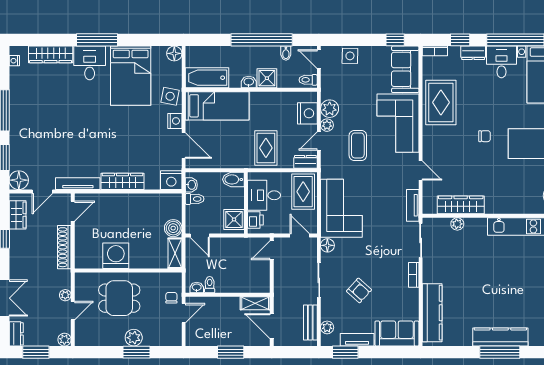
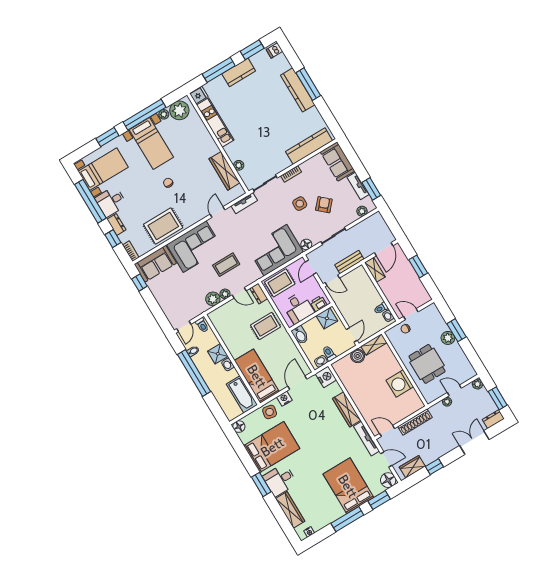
window: (97, 40) -> (261, 484), width x0.69
side table: (350, 56) -> (300, 204), moved
nightstand: (307, 113) -> (225, 312), removed
bed: (39, 133) -> (348, 486), added
bench: (310, 323) -> (349, 262), moved

